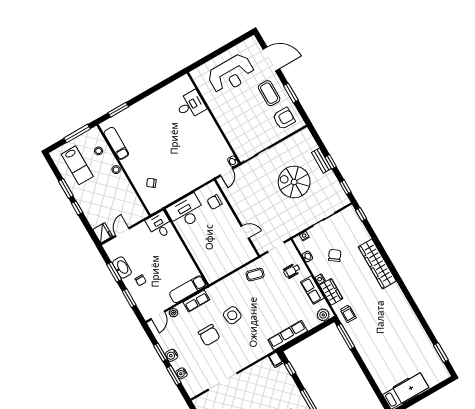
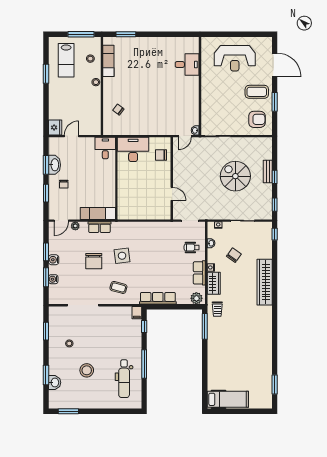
coffee table: (269, 93) -> (257, 92), turned 90
window: (77, 208) -> (46, 95), removed
coffee table: (255, 275) -> (118, 287), moved

